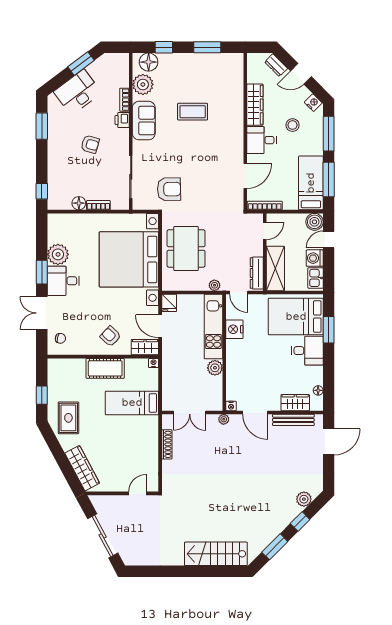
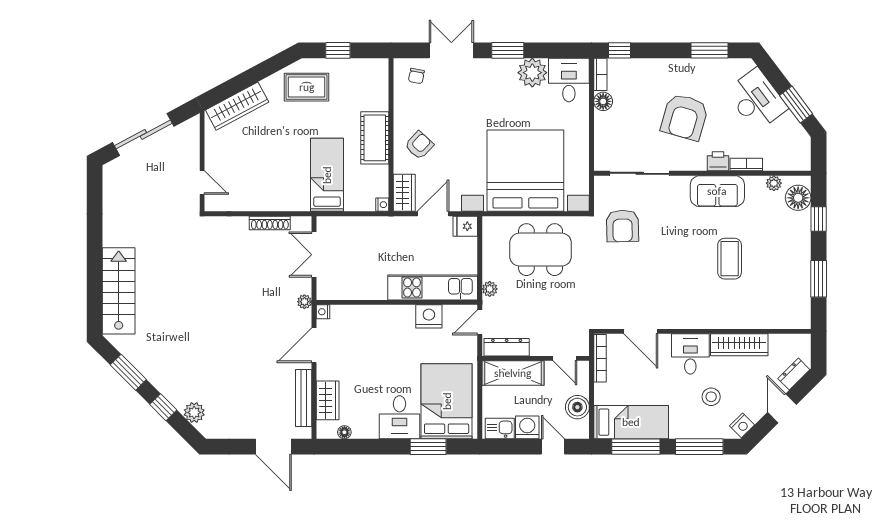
plant: (143, 84) -> (774, 183), width x0.53, depth x0.53
armchair: (90, 144) -> (685, 117), width x1.88, depth x1.88
bookcase: (98, 205) -> (600, 74), moved
boiler: (314, 222) -> (577, 407), moved
desk: (63, 281) -> (569, 80), moved
plant: (215, 368) -> (376, 290), removed

